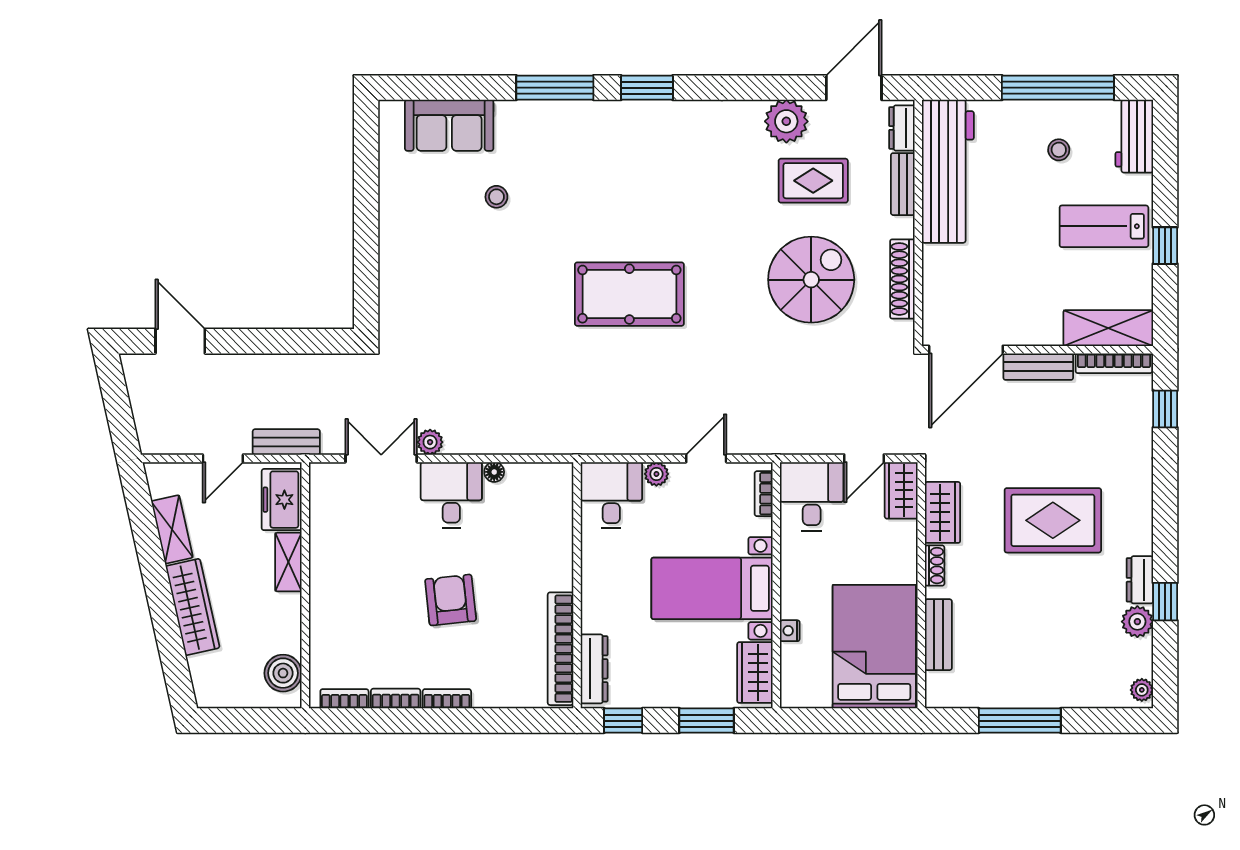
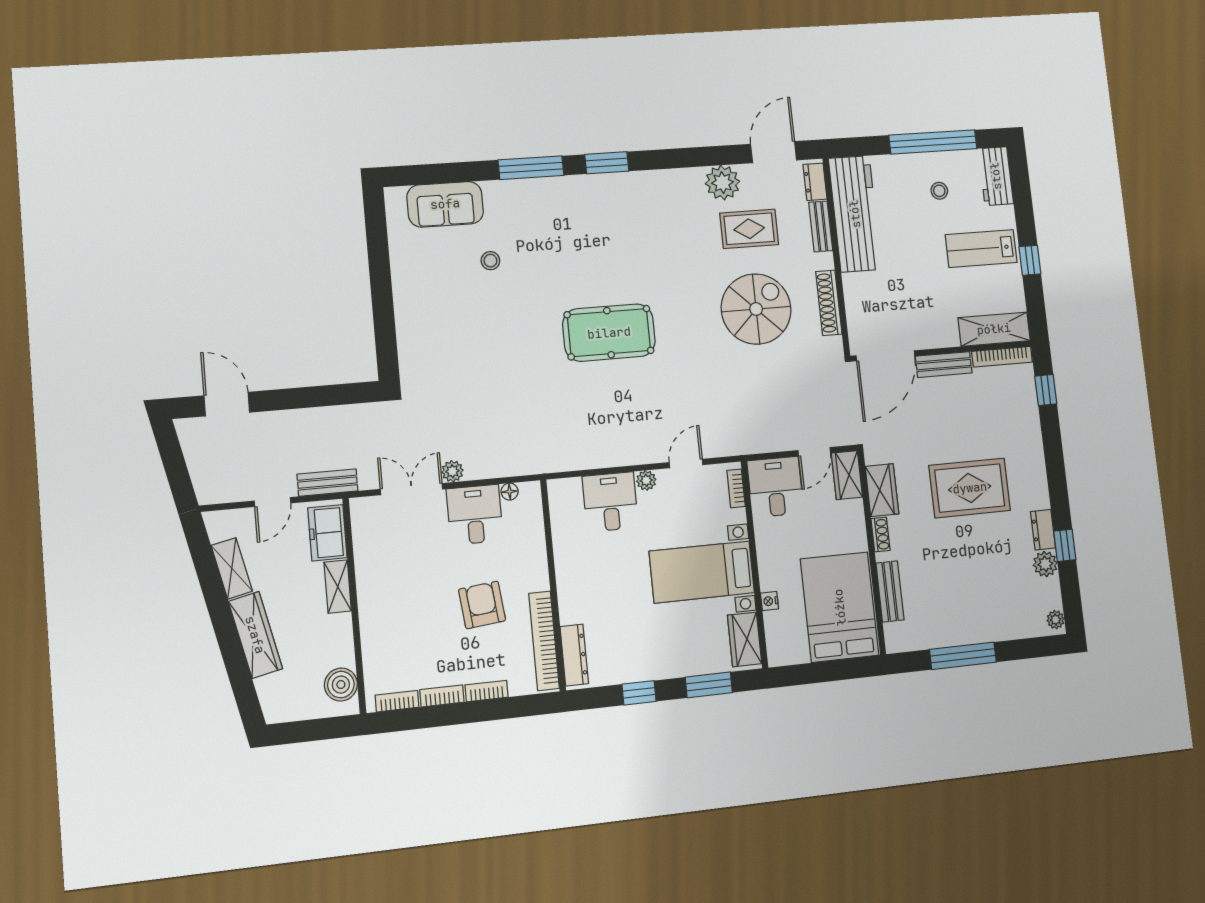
wall: (577, 585) -> (553, 585), moved
bookcase: (561, 649) -> (544, 641), moved
dresser: (594, 669) -> (574, 655), moved

